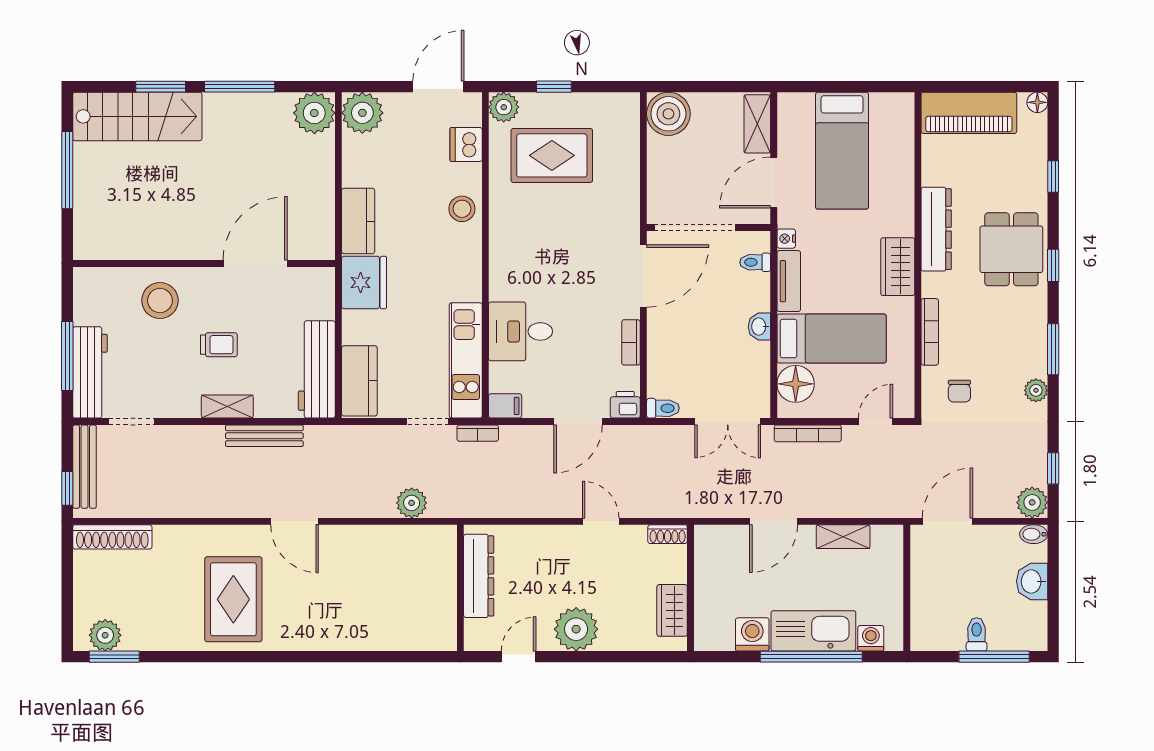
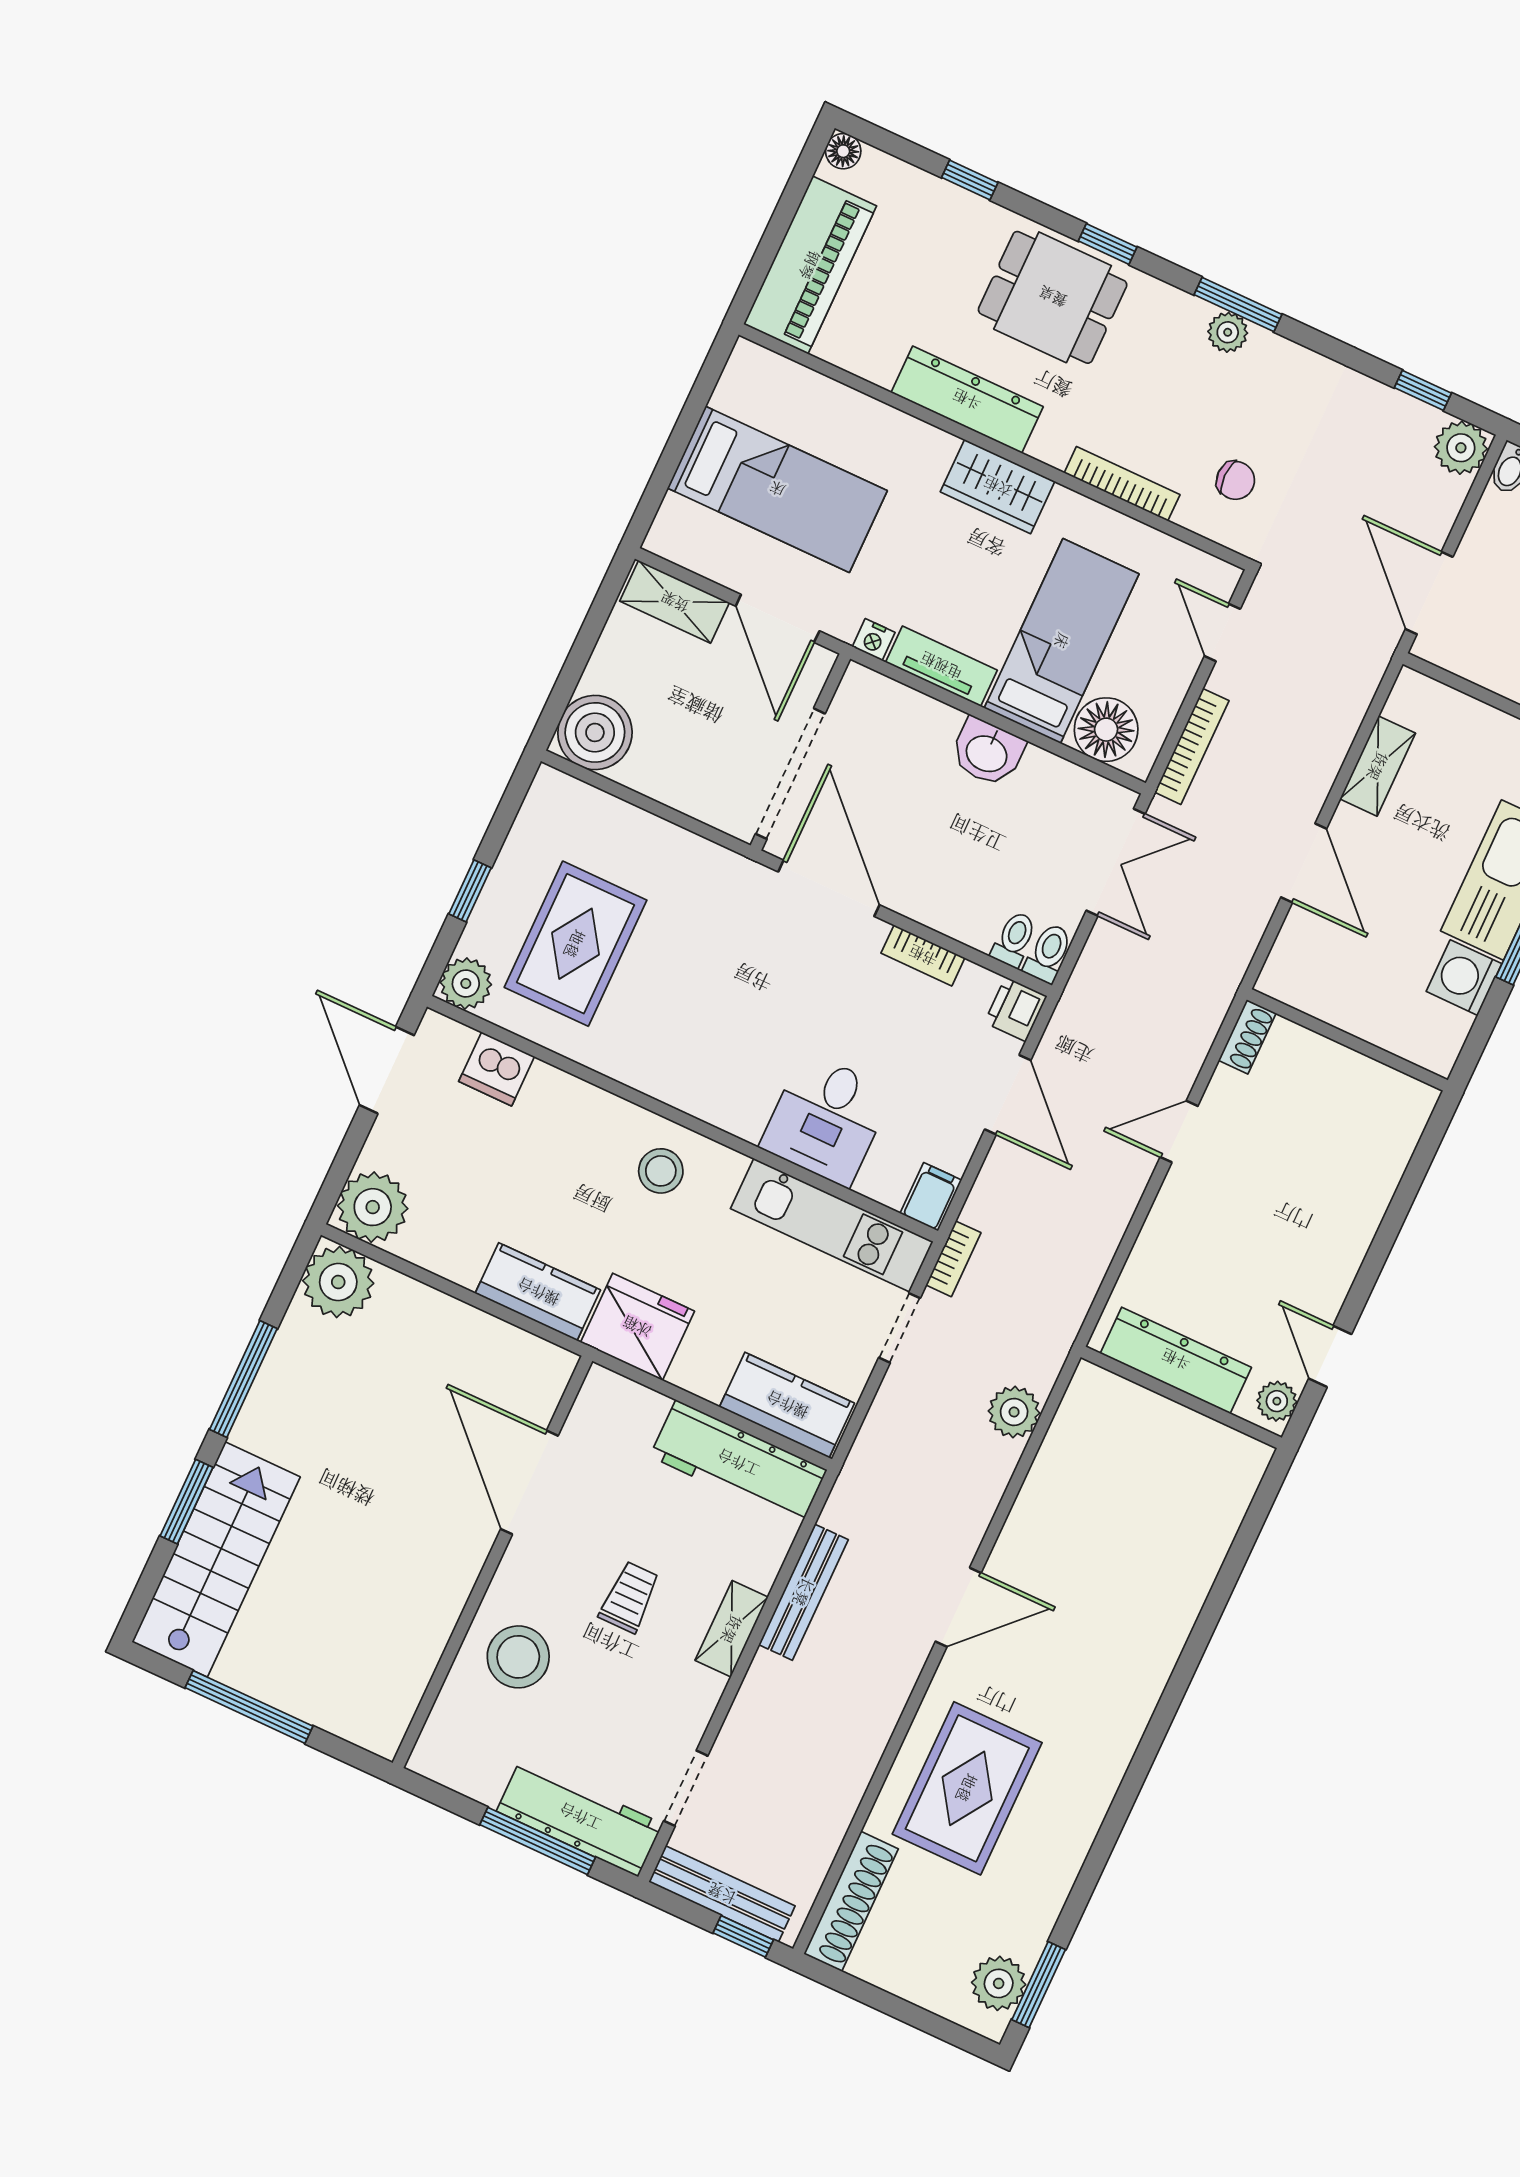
stool: (462, 209) -> (661, 1171), moved
toilet: (755, 262) -> (1014, 939), moved, turned 180
washbasin: (759, 327) -> (987, 752), width x1.38, depth x1.45
plant: (1036, 390) -> (1228, 332), moved
rug: (233, 599) -> (967, 1788), moved, turned 90
wardrobe: (672, 610) -> (1369, 1085), removed
plant: (576, 629) -> (1277, 1401), moved, width x0.53, depth x0.53

